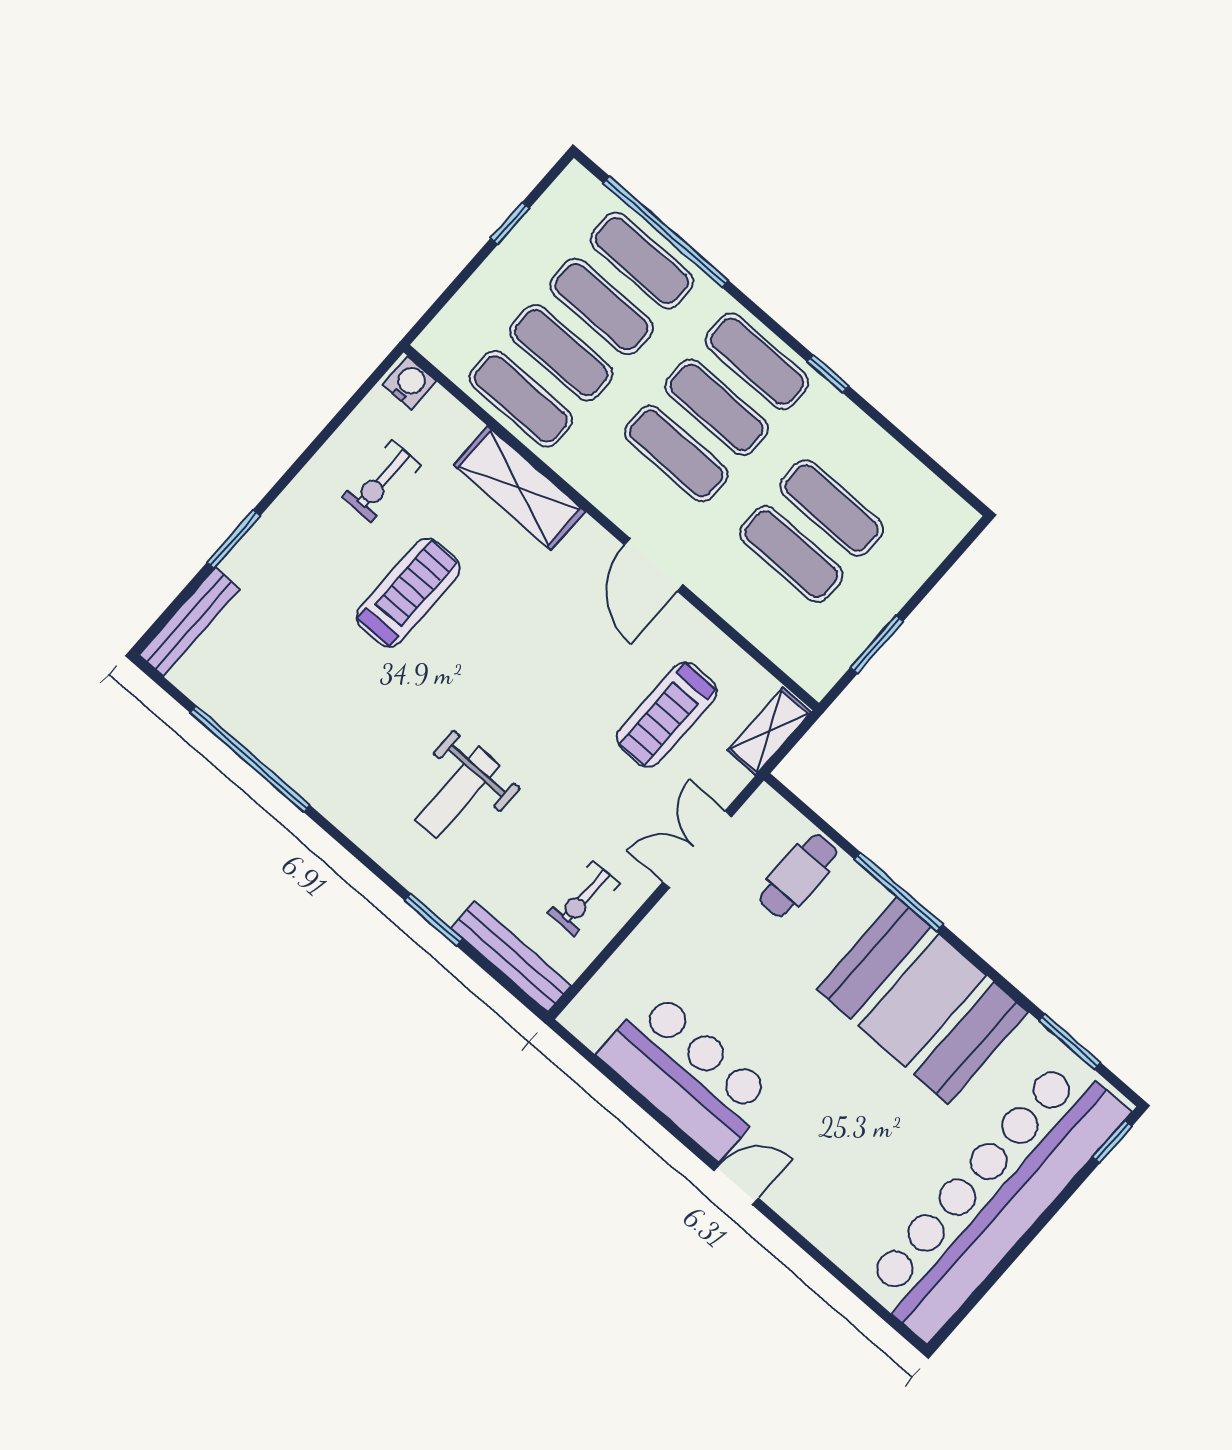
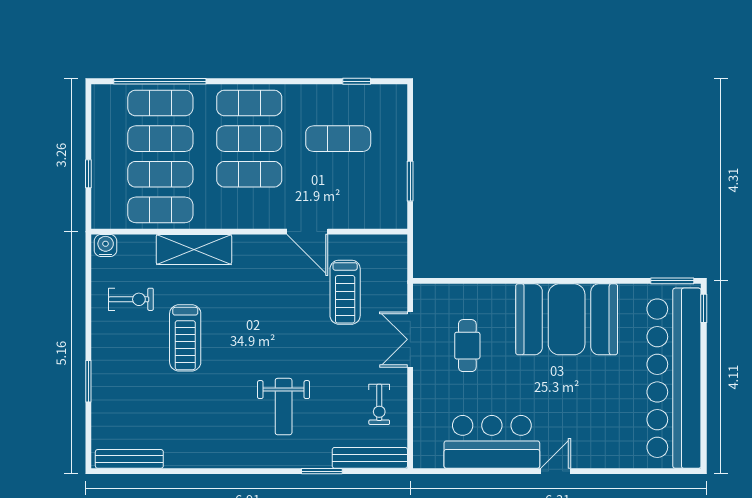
window: (510, 223) -> (88, 174), moved
window: (828, 374) -> (357, 81), moved
exercise bike: (381, 481) -> (131, 299), turned -90
exercise mat: (791, 554) -> (338, 174), removed
door: (653, 565) -> (307, 232), moved
treadmill: (408, 593) -> (185, 338), turned 180
bench: (189, 622) -> (129, 459), moved, turned 90
shelving: (769, 731) -> (396, 260), removed
window: (250, 759) -> (180, 471), removed
cafe table: (798, 875) -> (467, 346), moved
window: (898, 892) -> (514, 281), removed
window: (1070, 1042) -> (672, 281), moved

